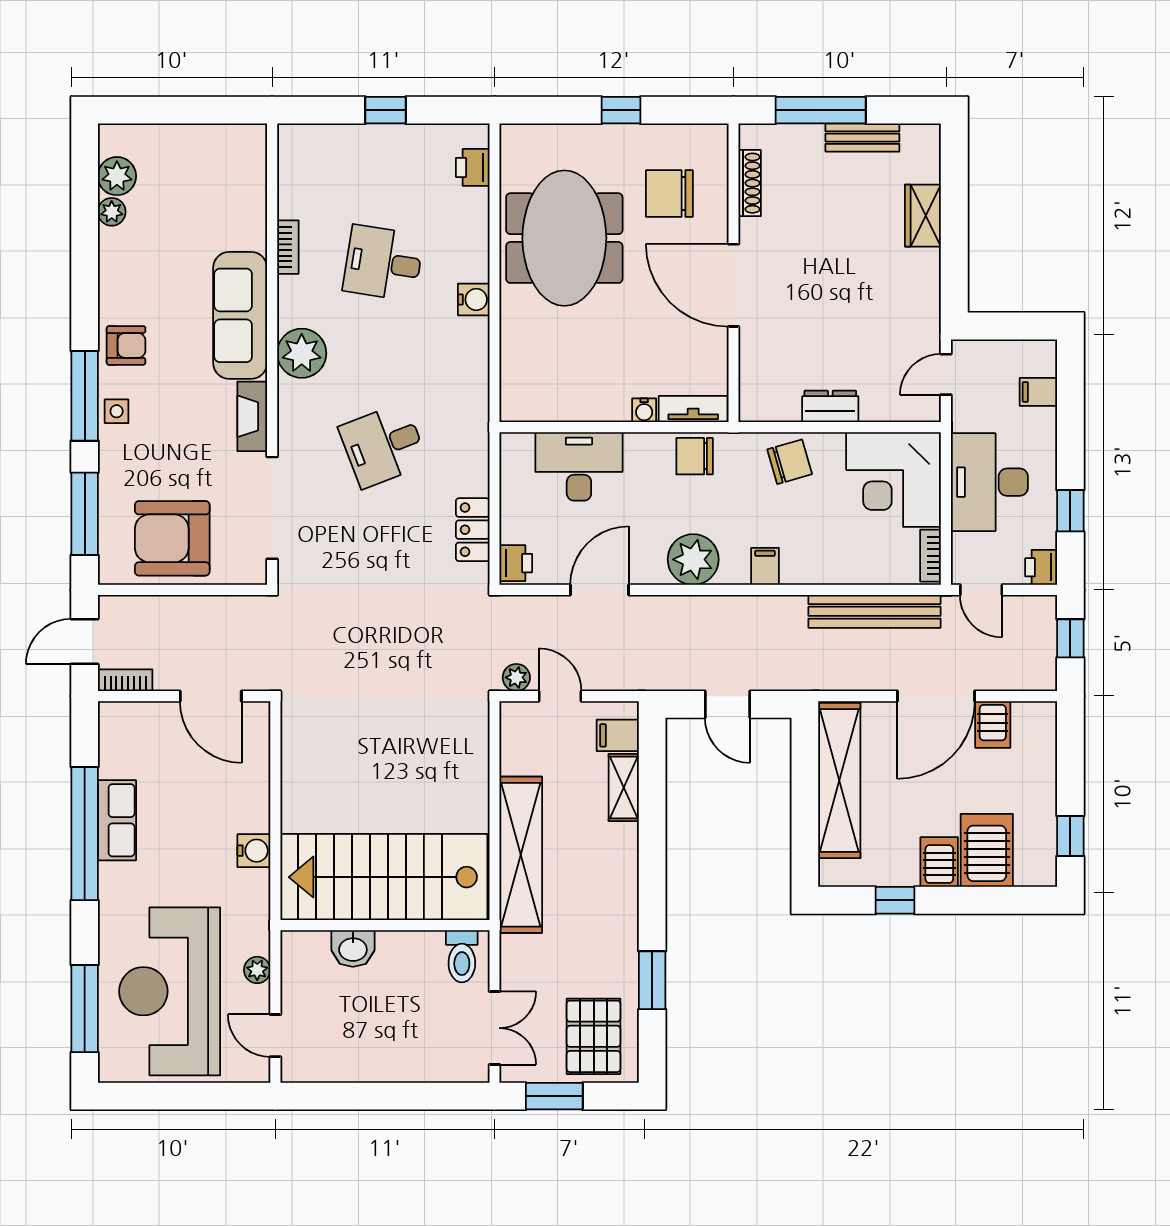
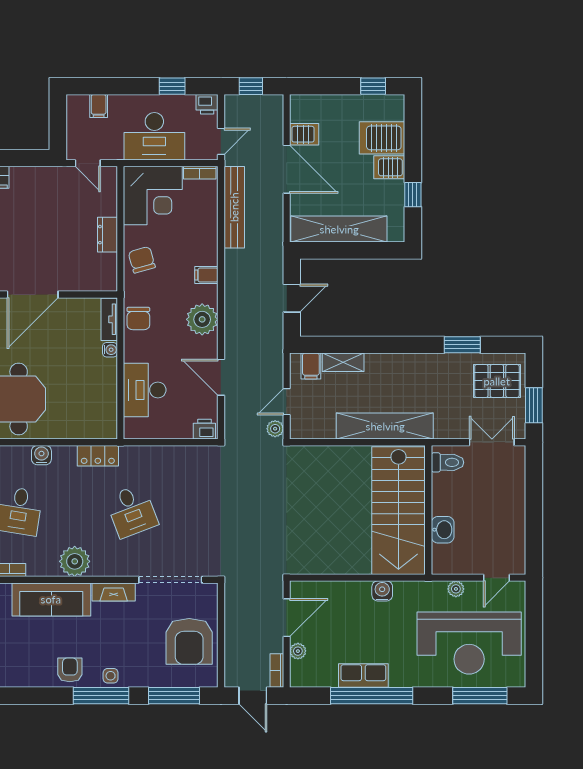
locker: (473, 530) -> (98, 456), moved
plant: (157, 714) -> (298, 651), added

